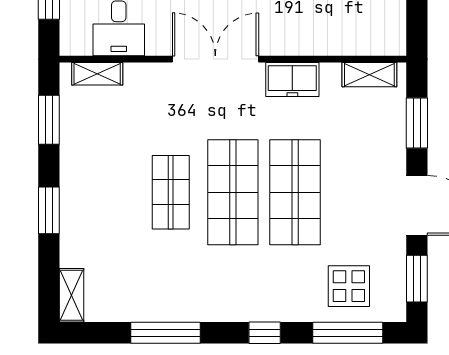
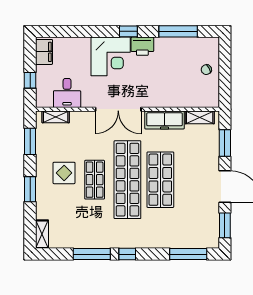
double door: (215, 59) -> (118, 109), swing flipped
freezer: (292, 79) -> (165, 120), width x1.40
shop shelf: (233, 192) -> (127, 180), width x1.40
display table: (349, 286) -> (64, 173), moved
window: (265, 333) -> (127, 254), moved

